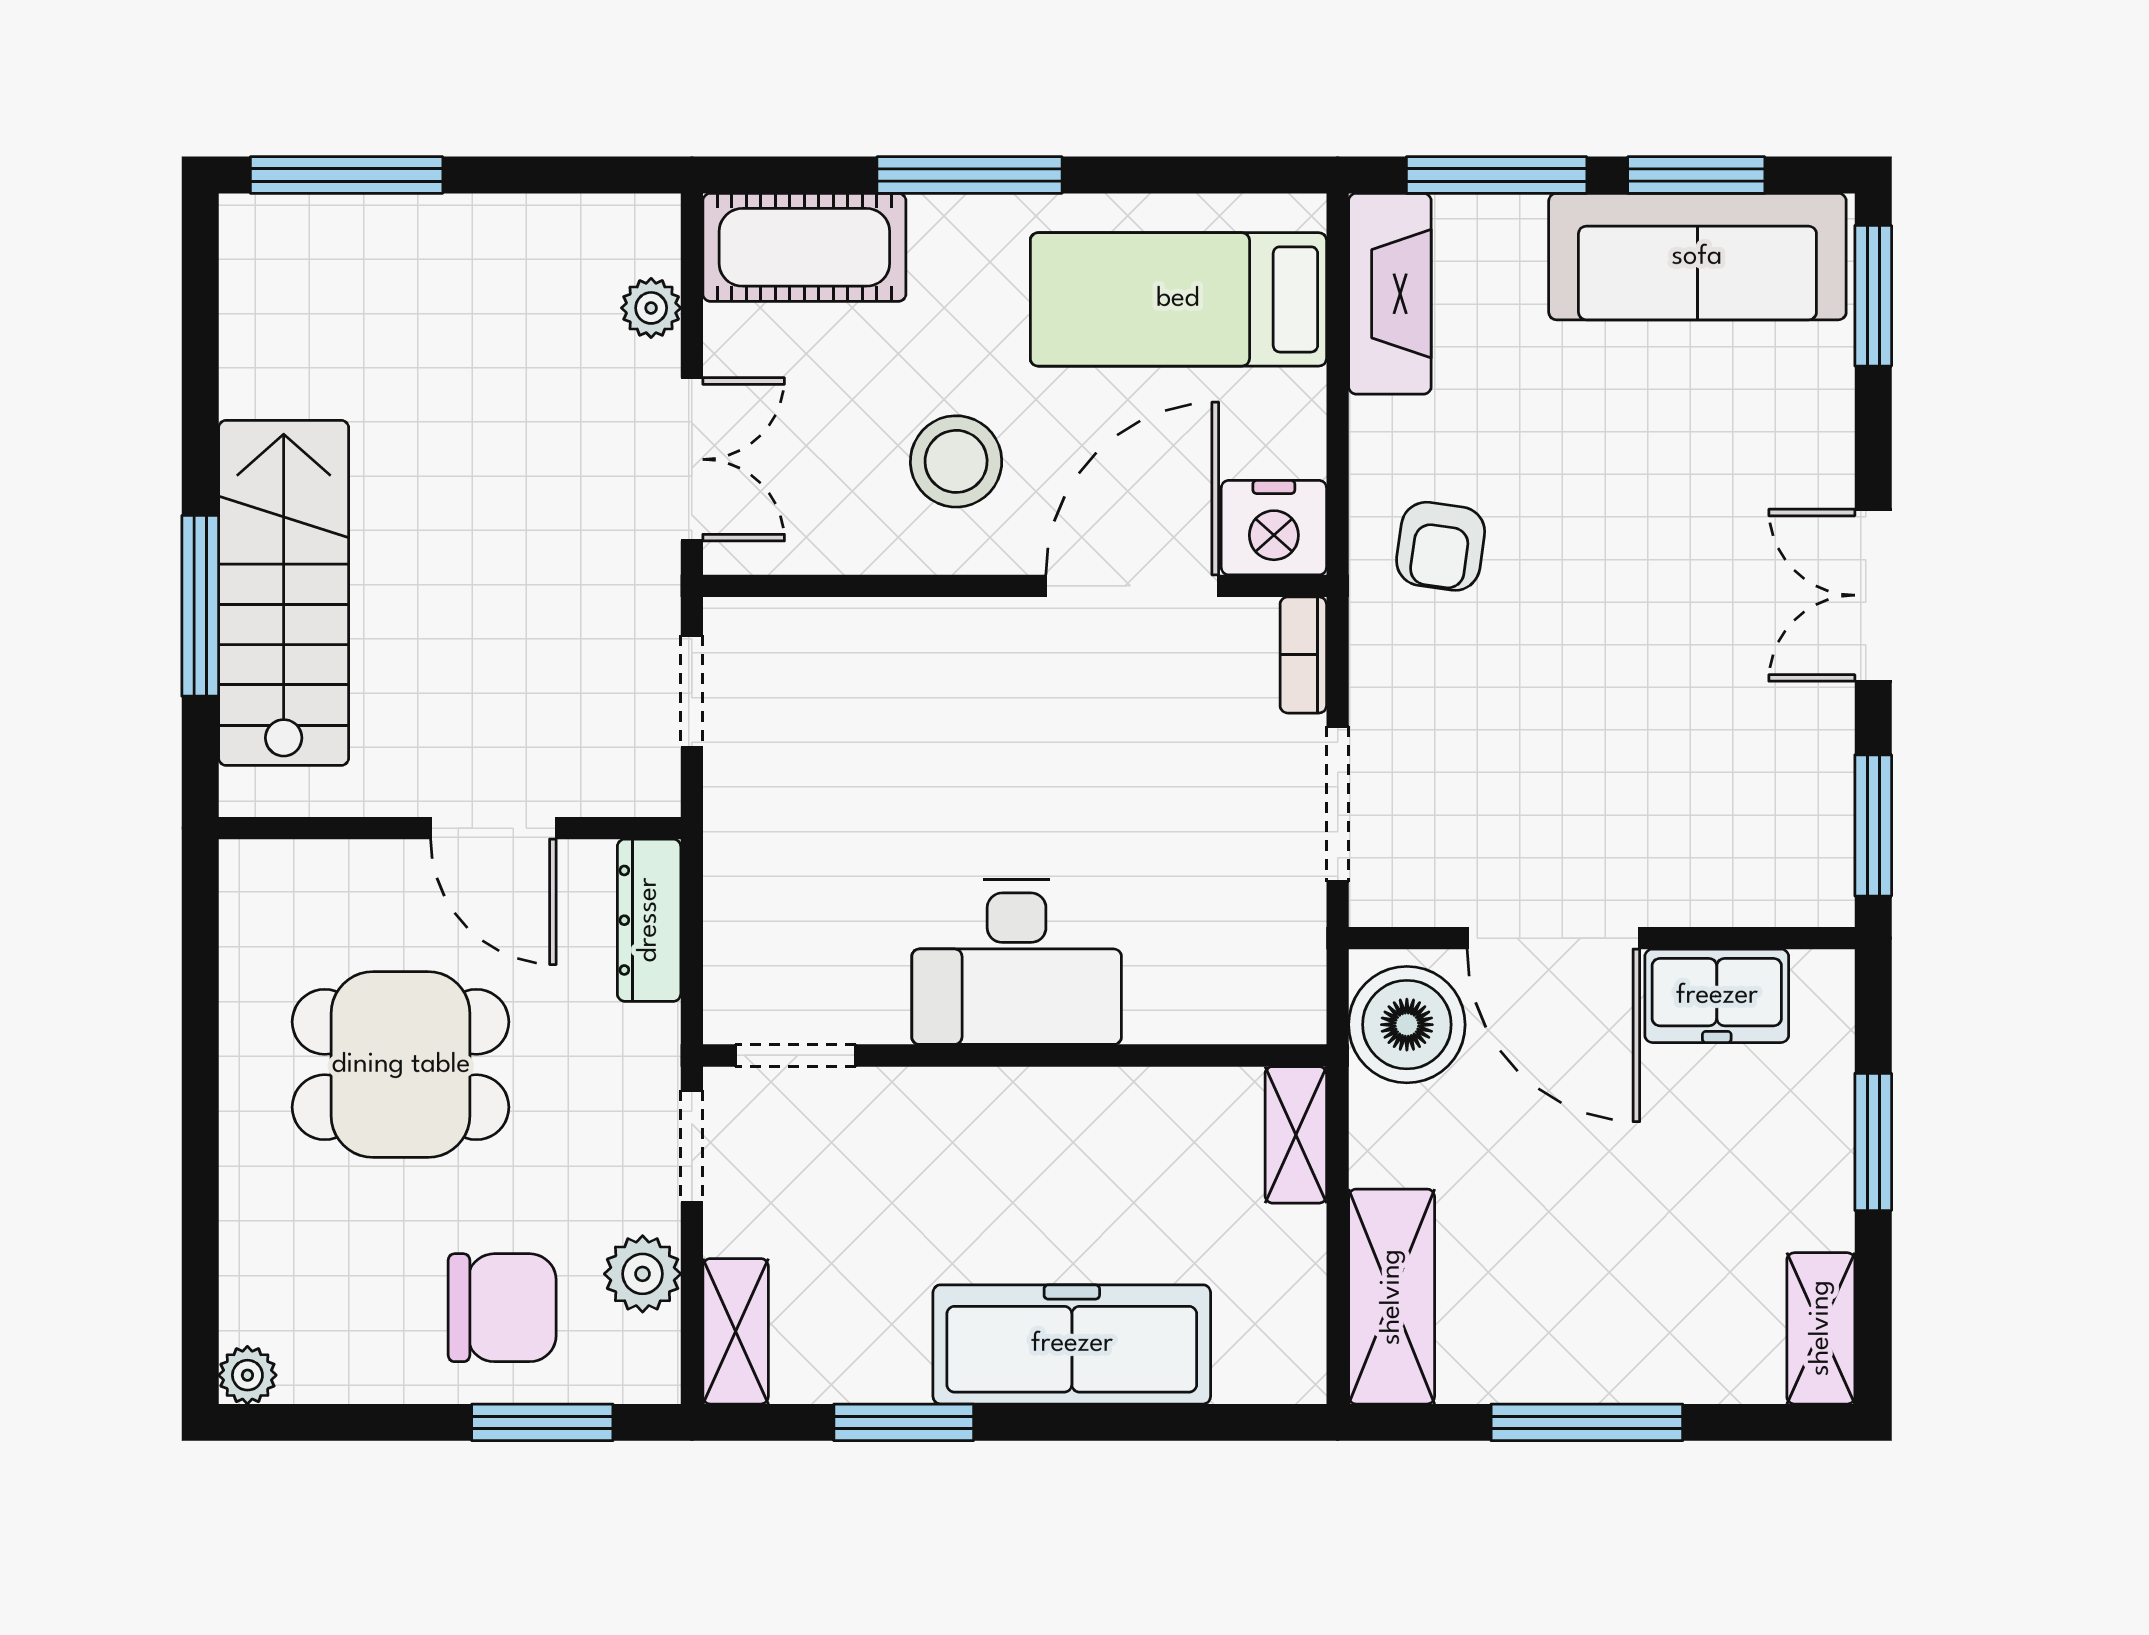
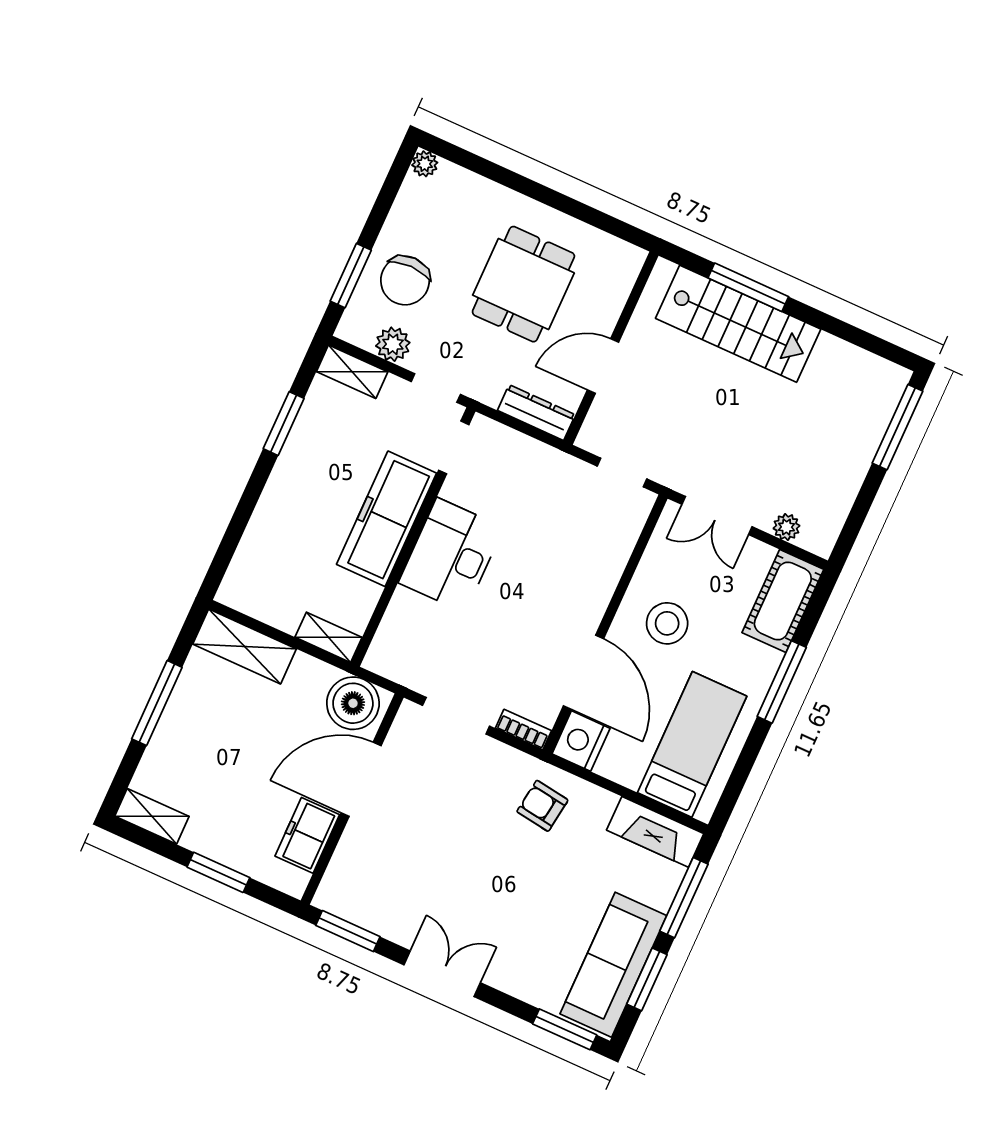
freezer: (1072, 1344) -> (387, 519), moved, turned 180

